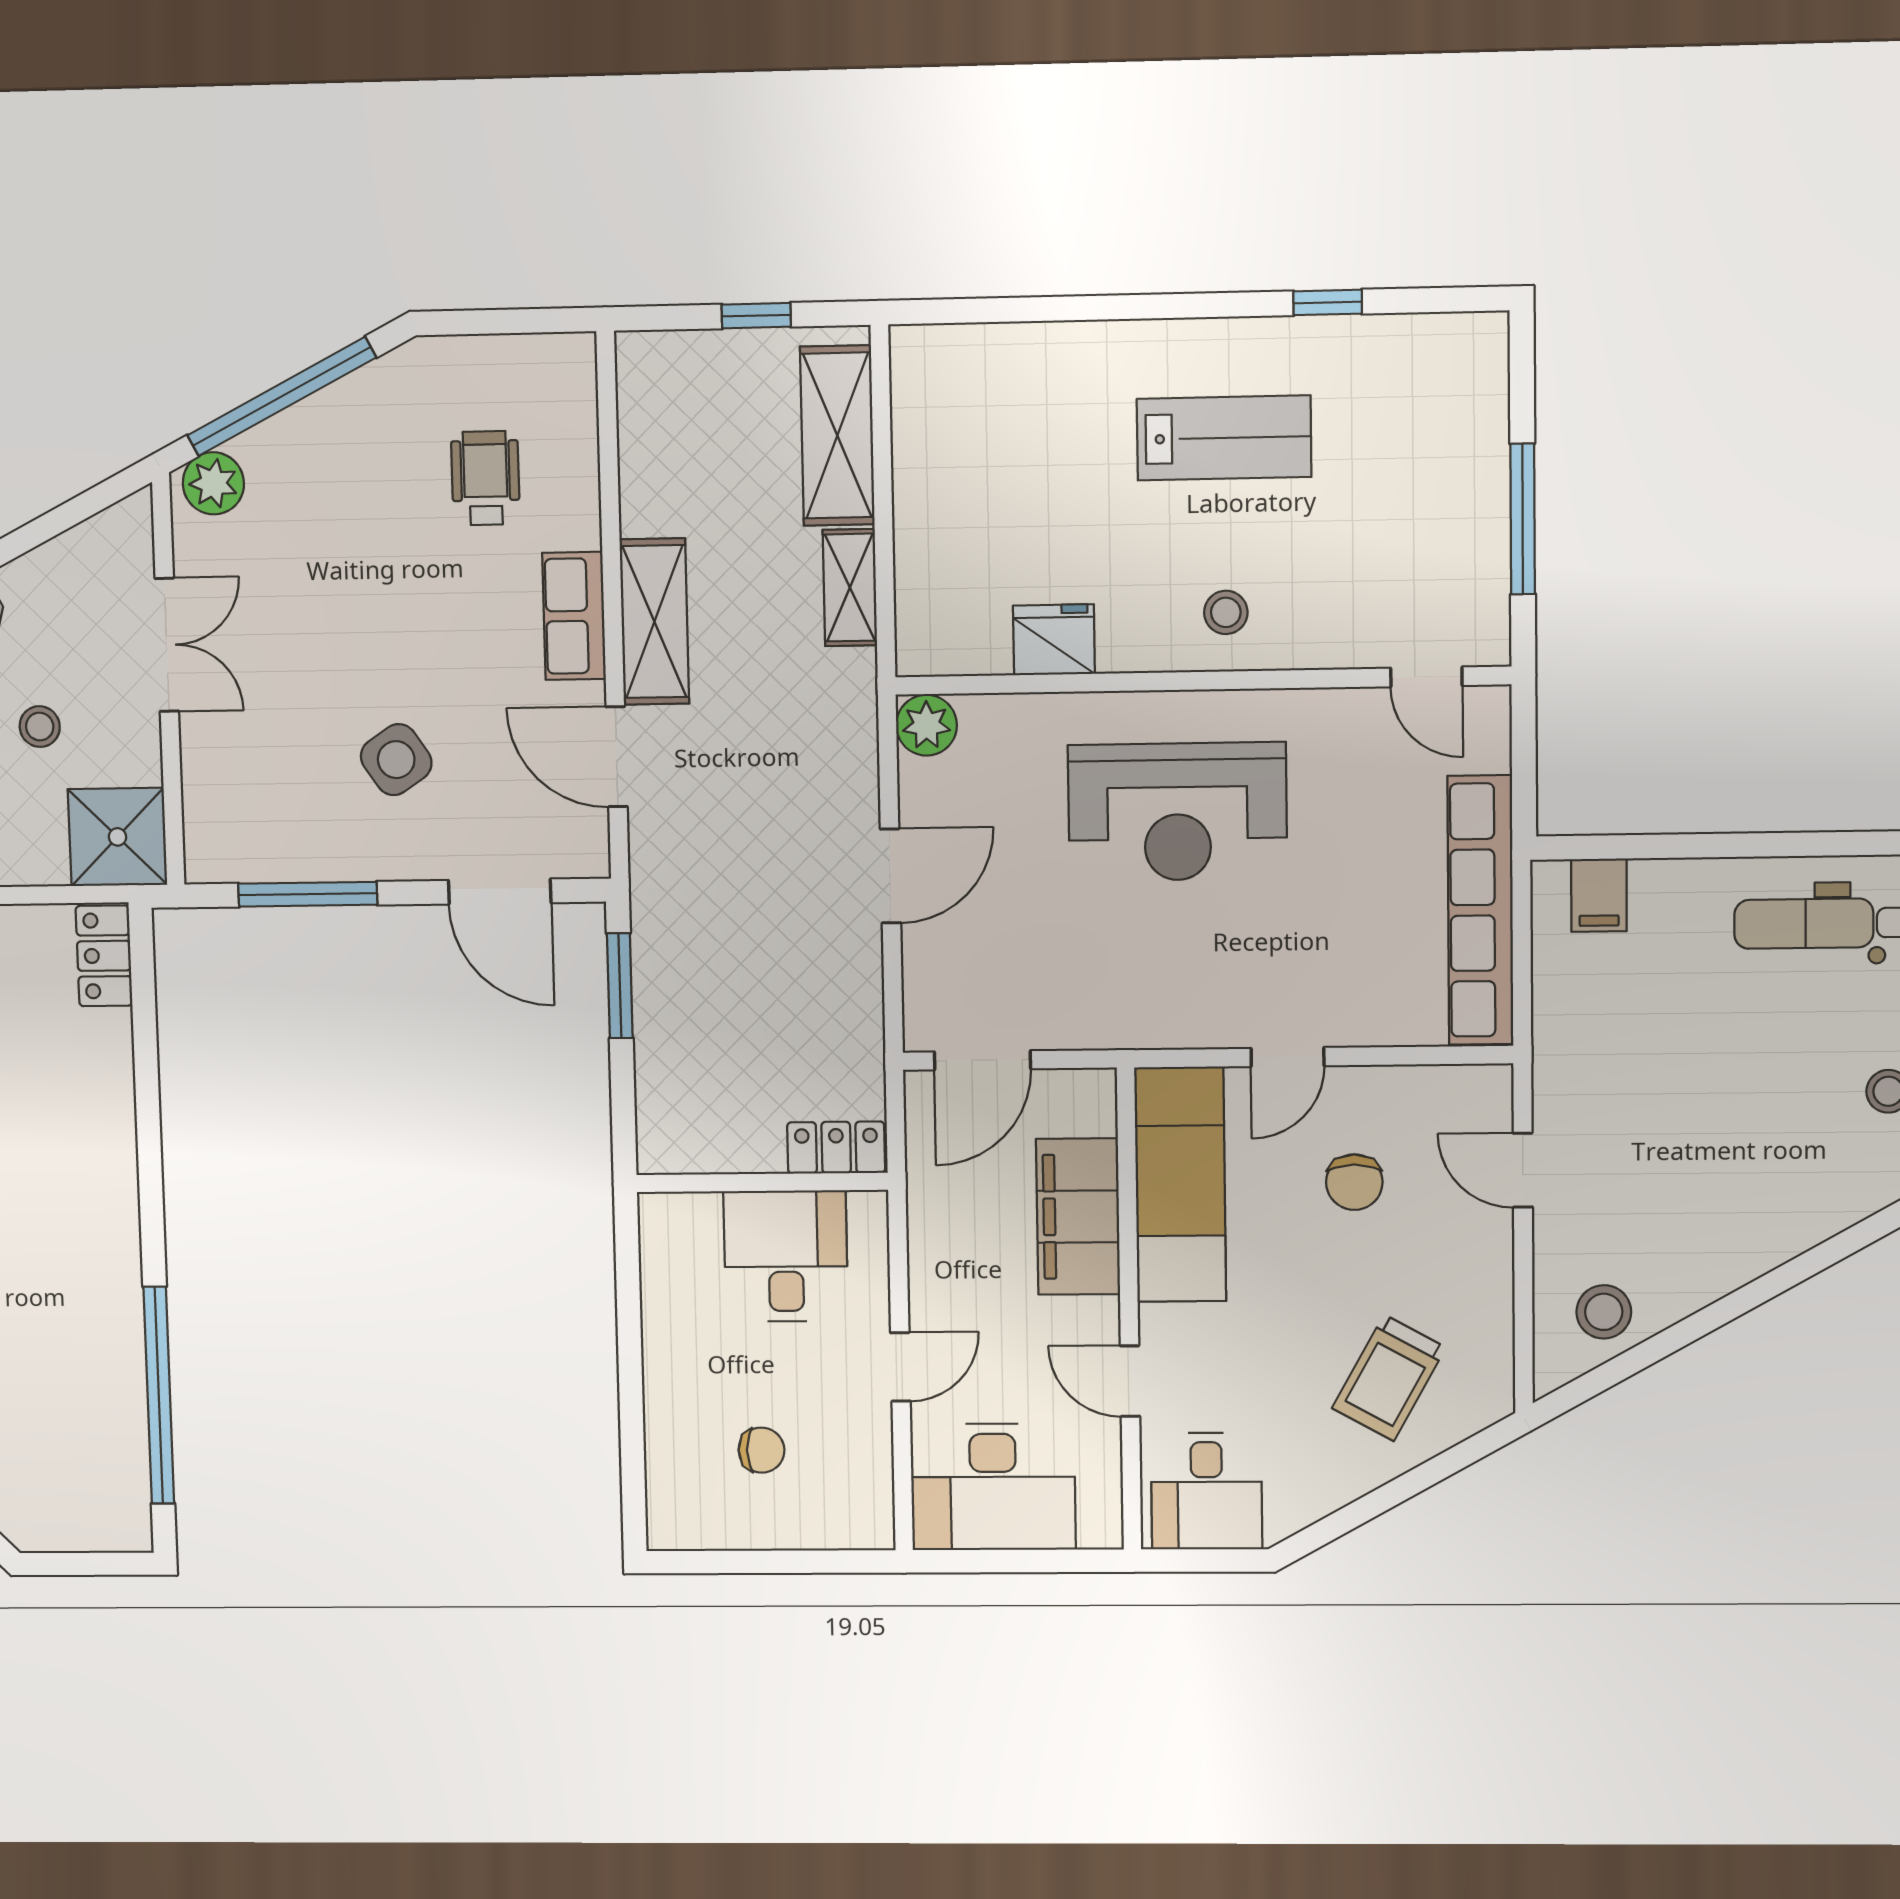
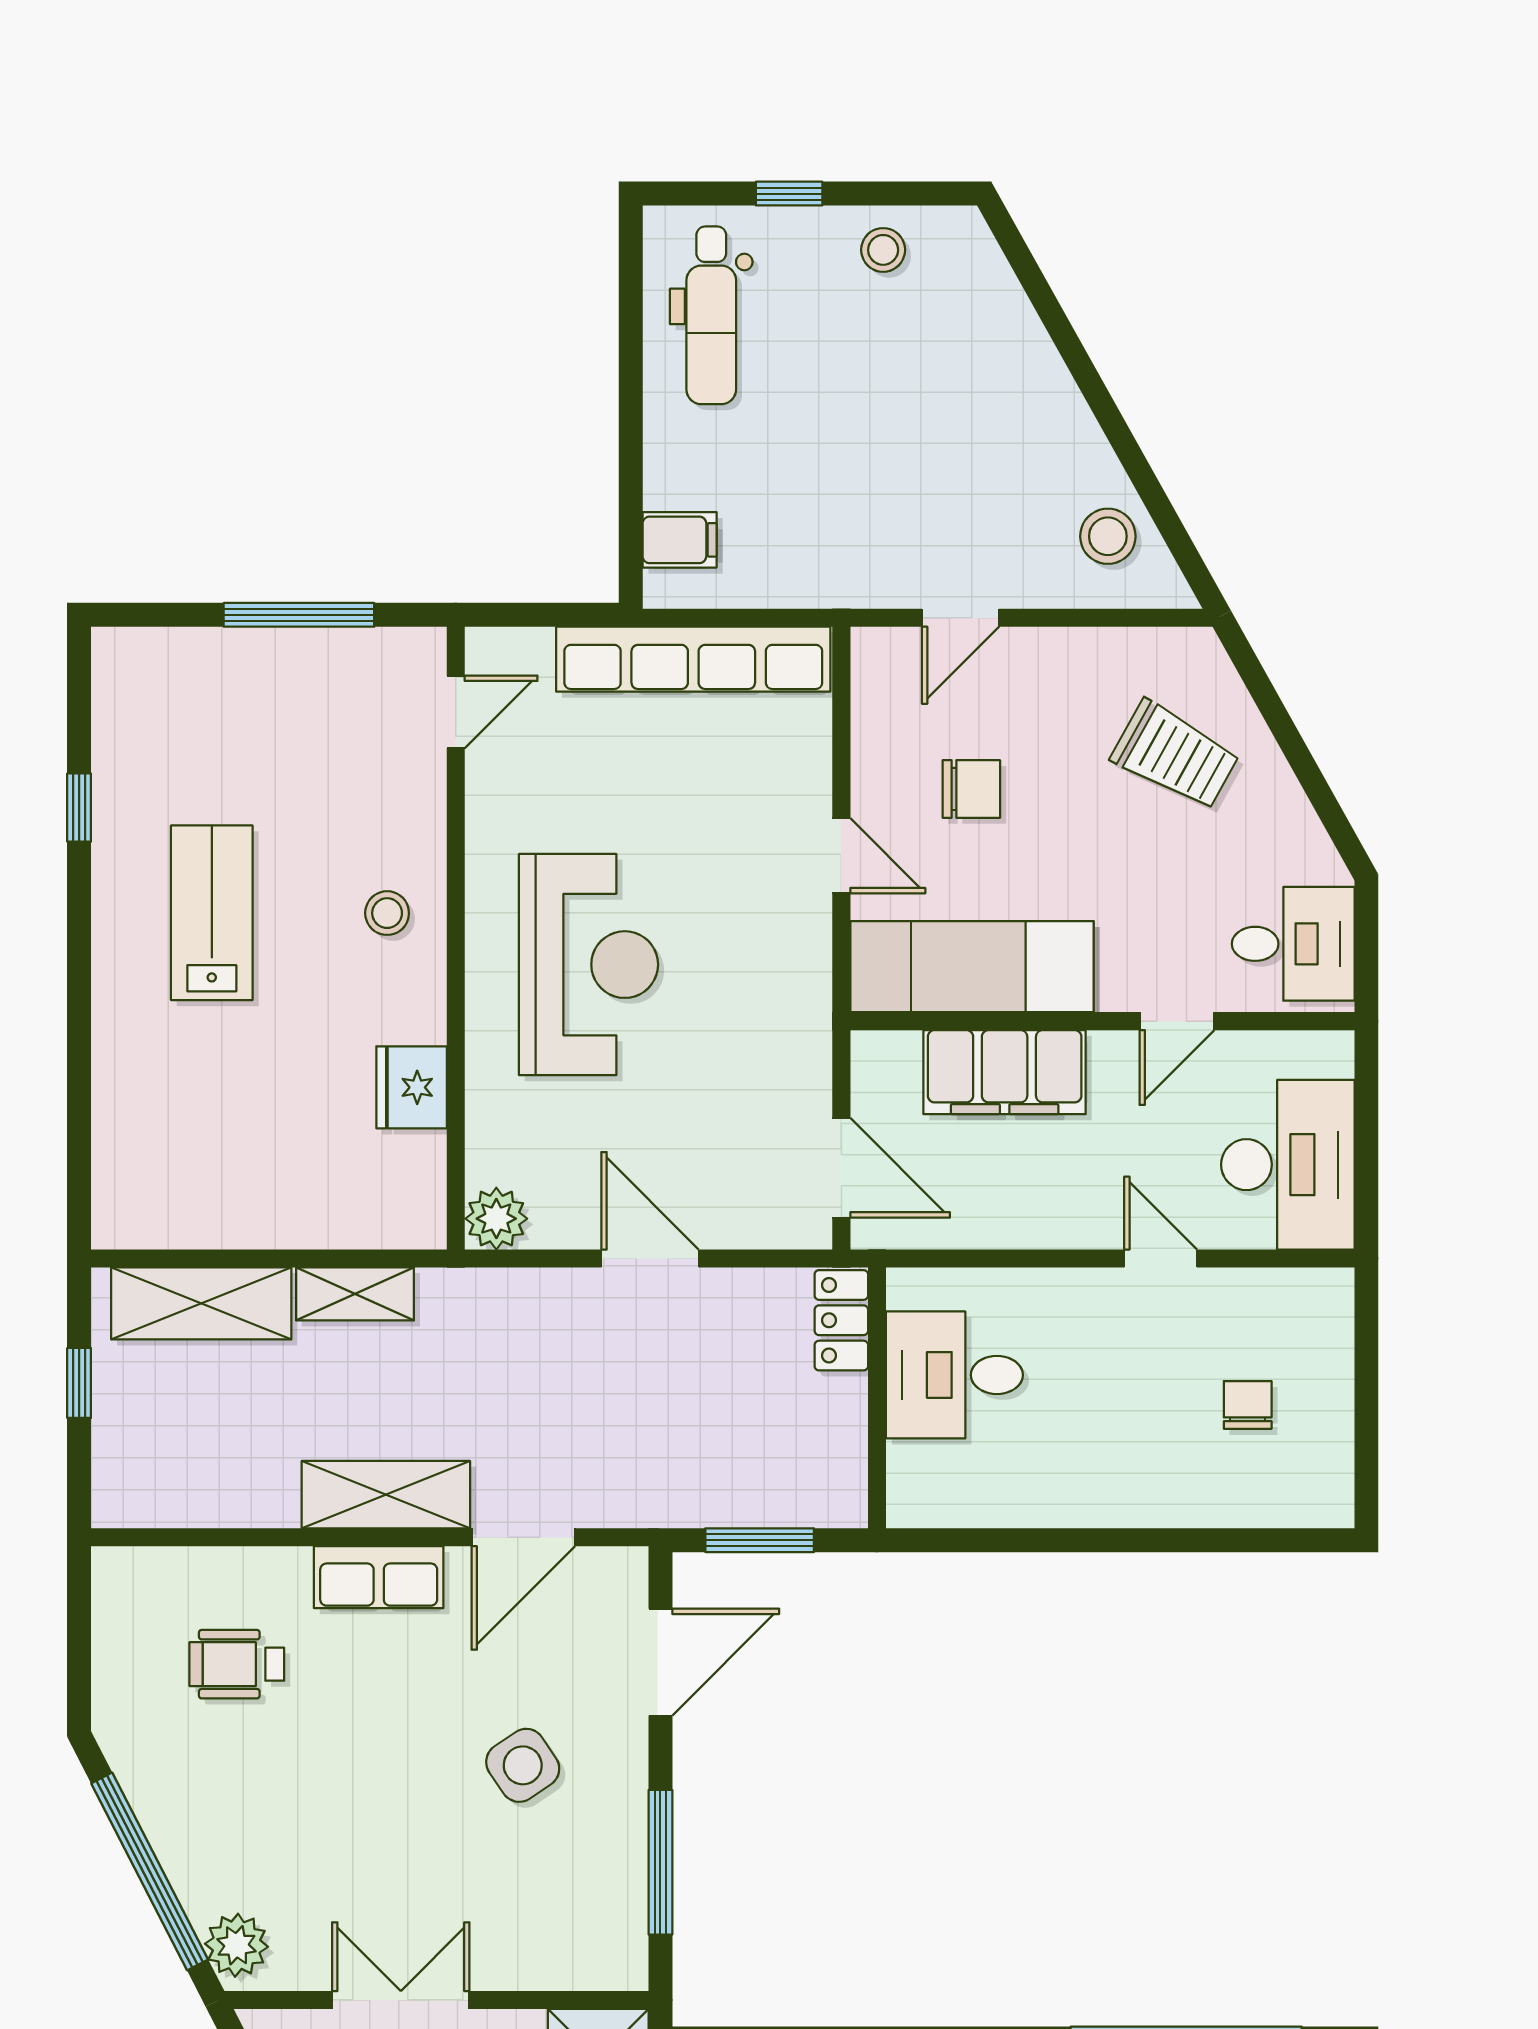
locker: (836, 1148) -> (841, 1320), moved
wall: (762, 1182) -> (877, 1398), moved
desk: (786, 1256) -> (954, 1375), moved

